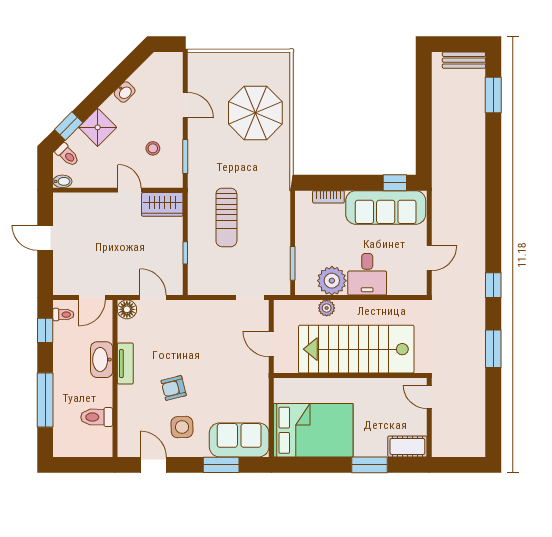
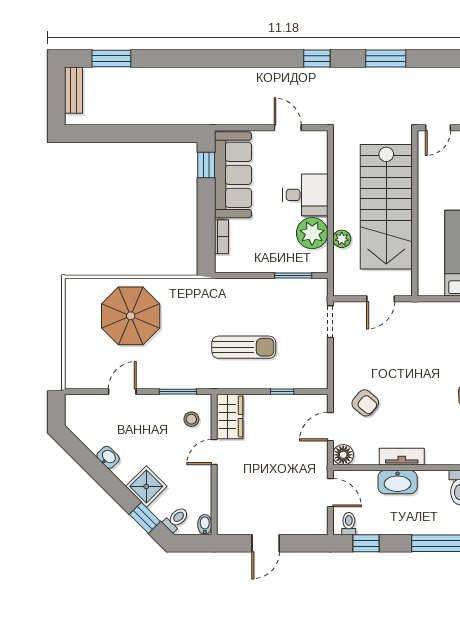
stool: (153, 148) -> (191, 419), moved
armchair: (174, 388) -> (365, 403), moved, turned -36

